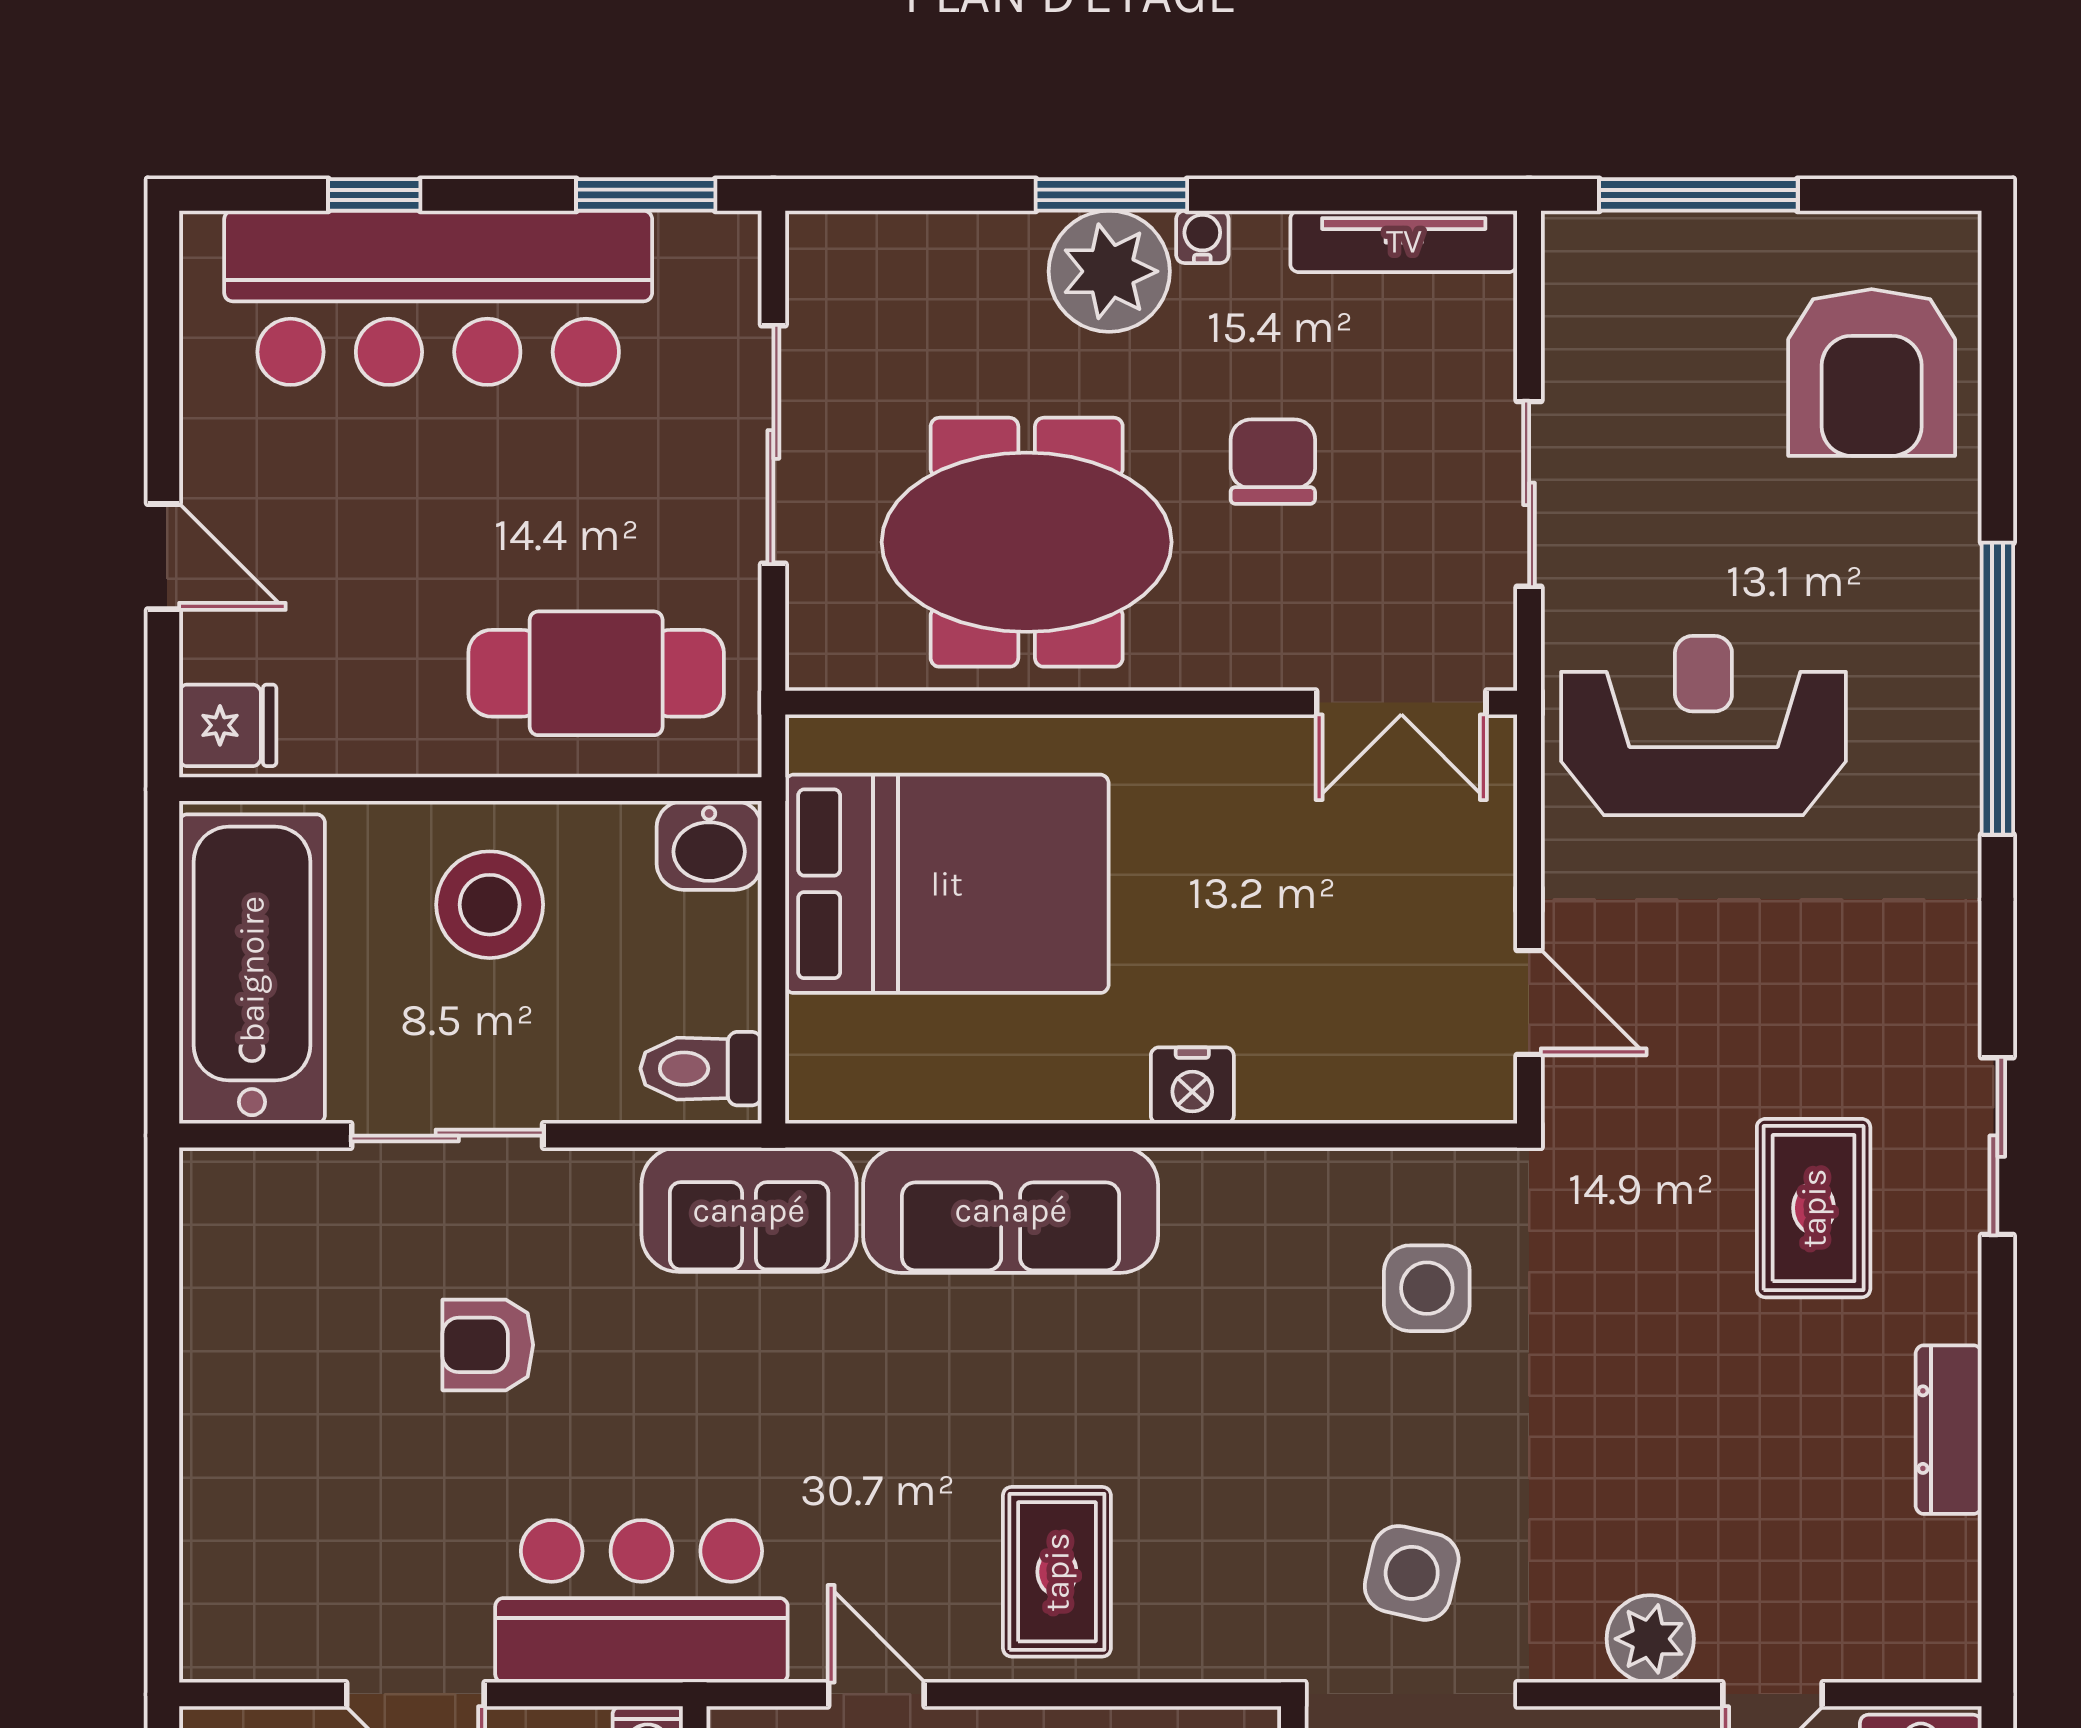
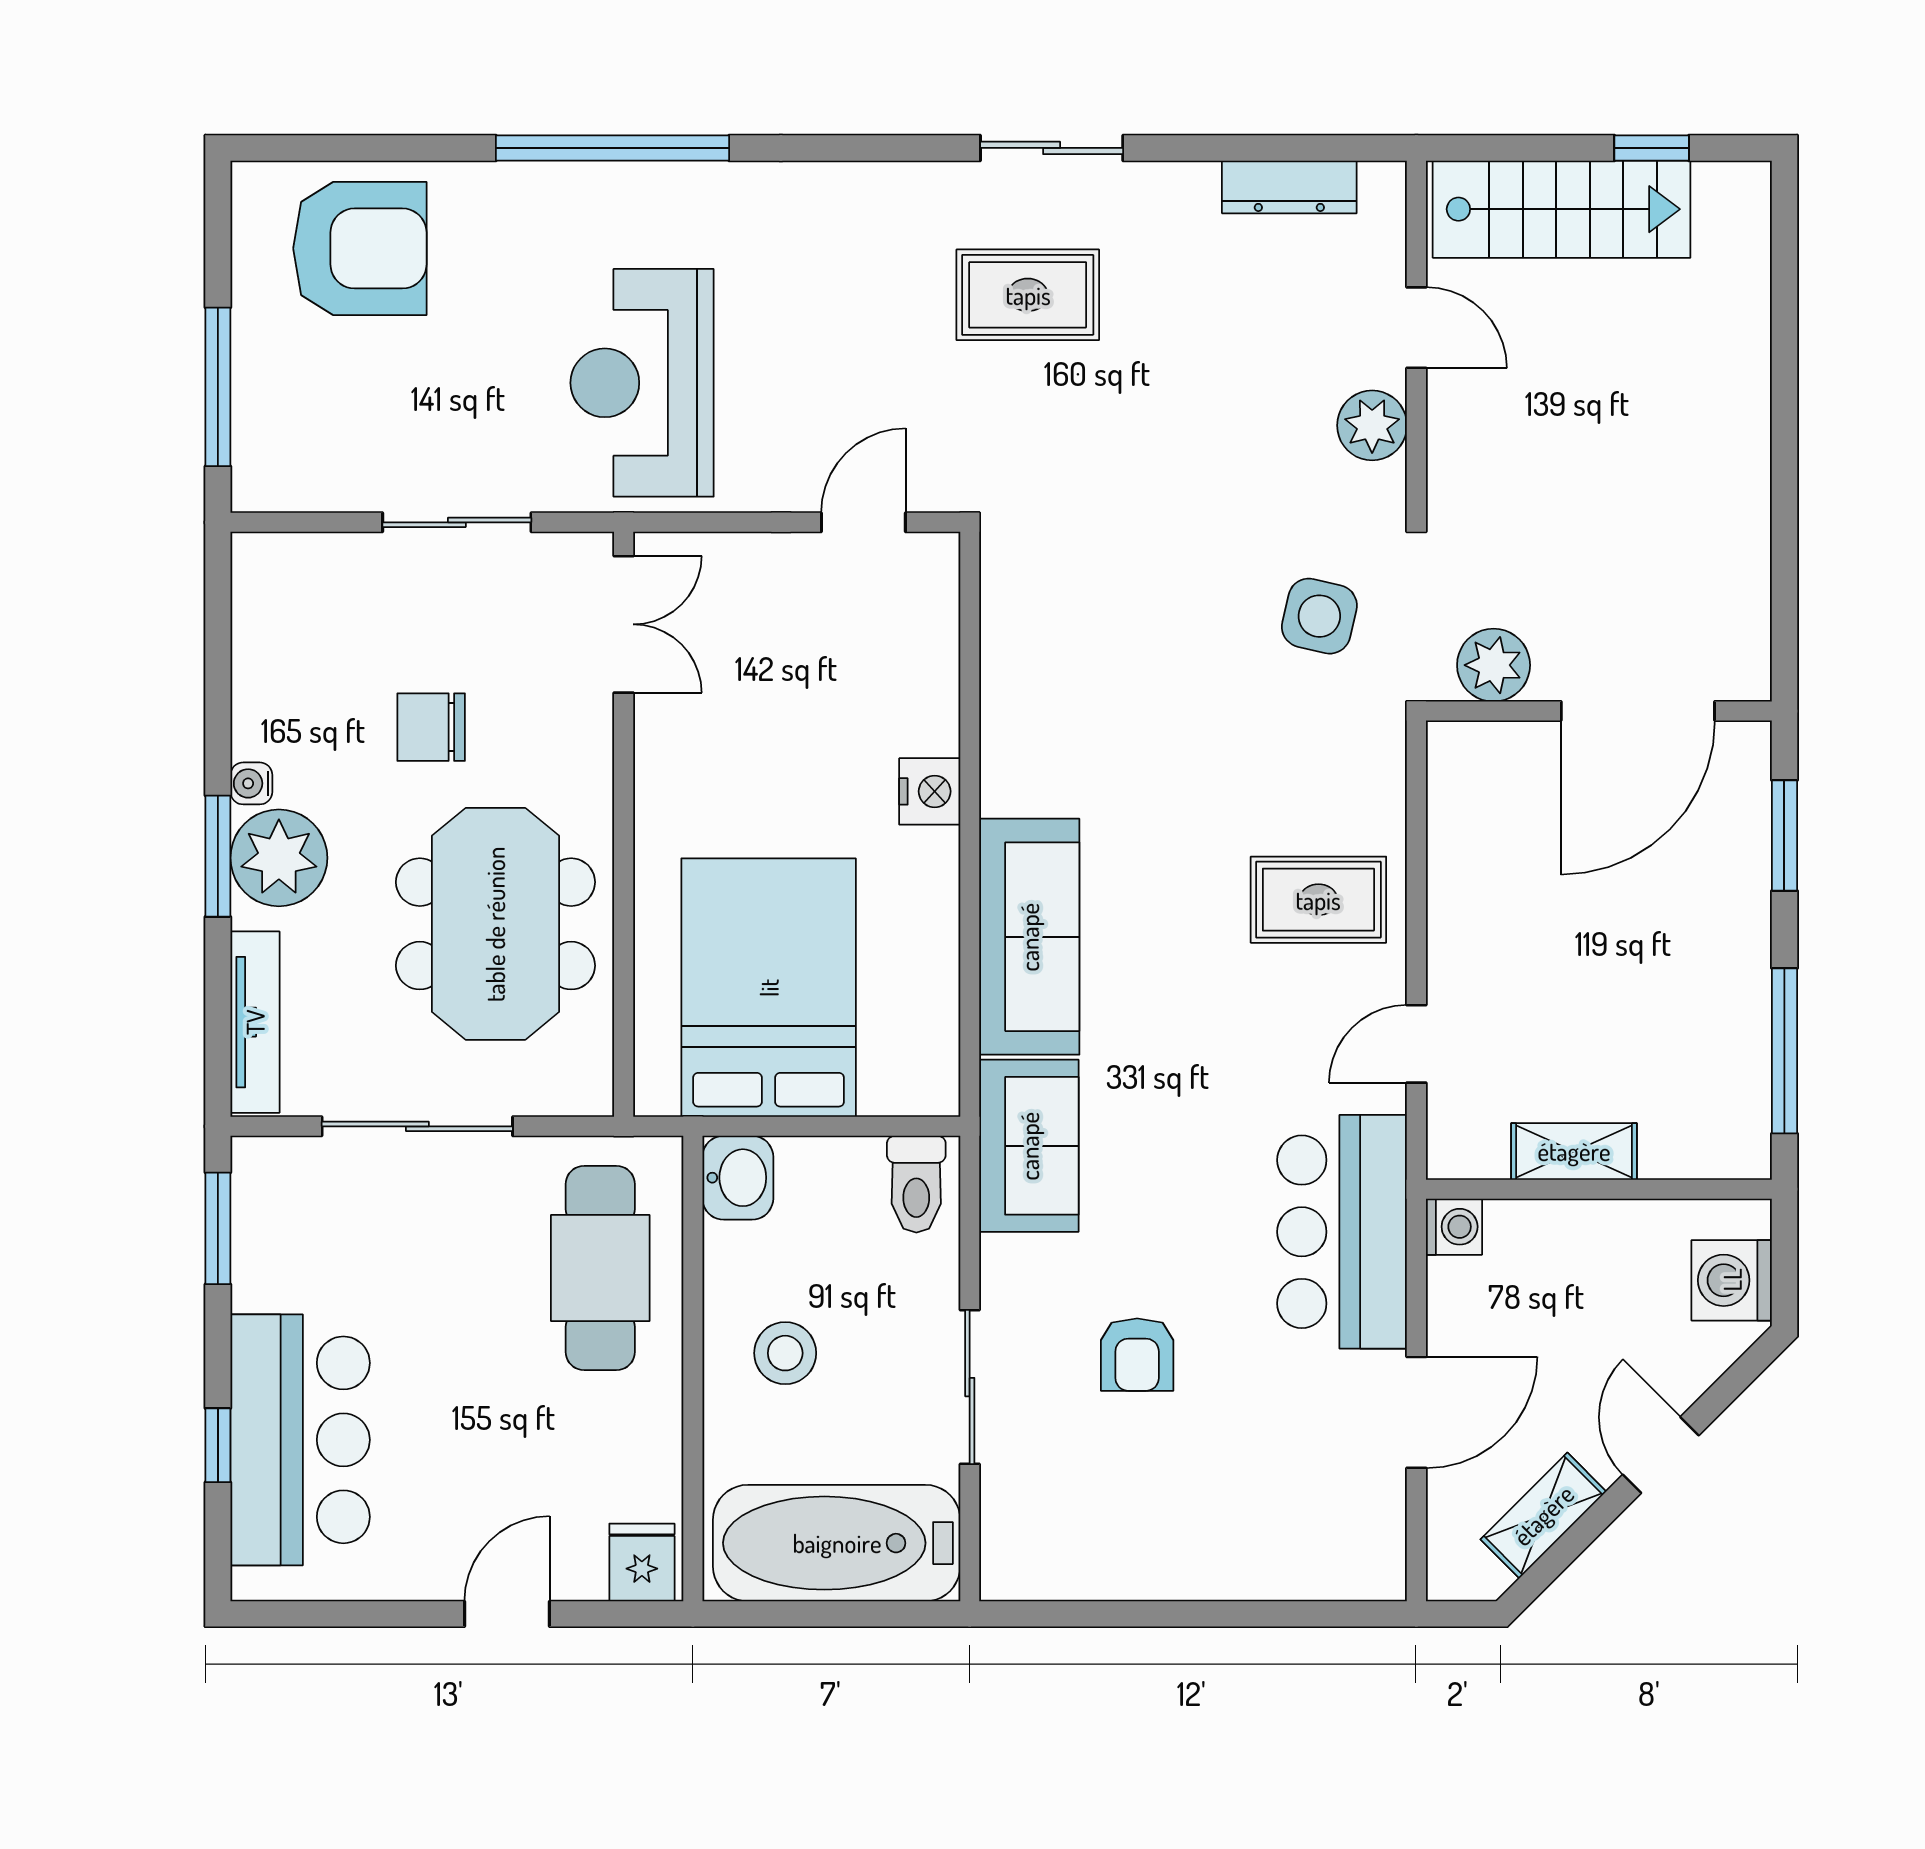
tv unit: (1404, 241) -> (255, 1022), moved
bar counter: (438, 298) -> (300, 1440), width x0.73
stool: (490, 905) -> (785, 1353), width x0.73, depth x0.73
sliding door: (1997, 1146) -> (1052, 148), moved
side table: (1427, 1288) -> (1092, 604), removed
dresser: (1949, 1430) -> (1289, 187), moved

